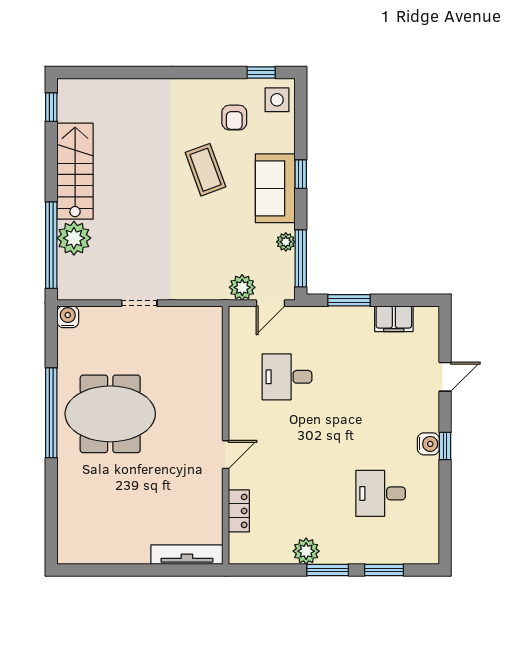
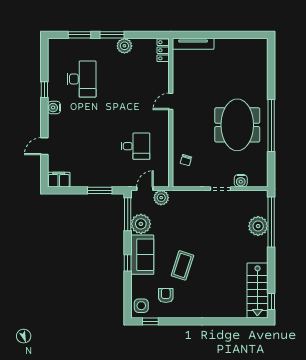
coffee table: (205, 170) -> (182, 265), turned 38
stairs: (75, 171) -> (257, 291), moved
plant: (286, 242) -> (141, 224), width x1.88, depth x1.88
water cooler: (68, 317) -> (241, 181), moved
filing cabinet: (394, 319) -> (59, 180), moved
chair: (199, 353) -> (186, 160), added
meeting table: (110, 414) -> (237, 125), turned 90
window: (445, 446) -> (44, 90), moved
desk: (381, 493) -> (82, 79), width x1.37
locker: (239, 511) -> (163, 50), moved

